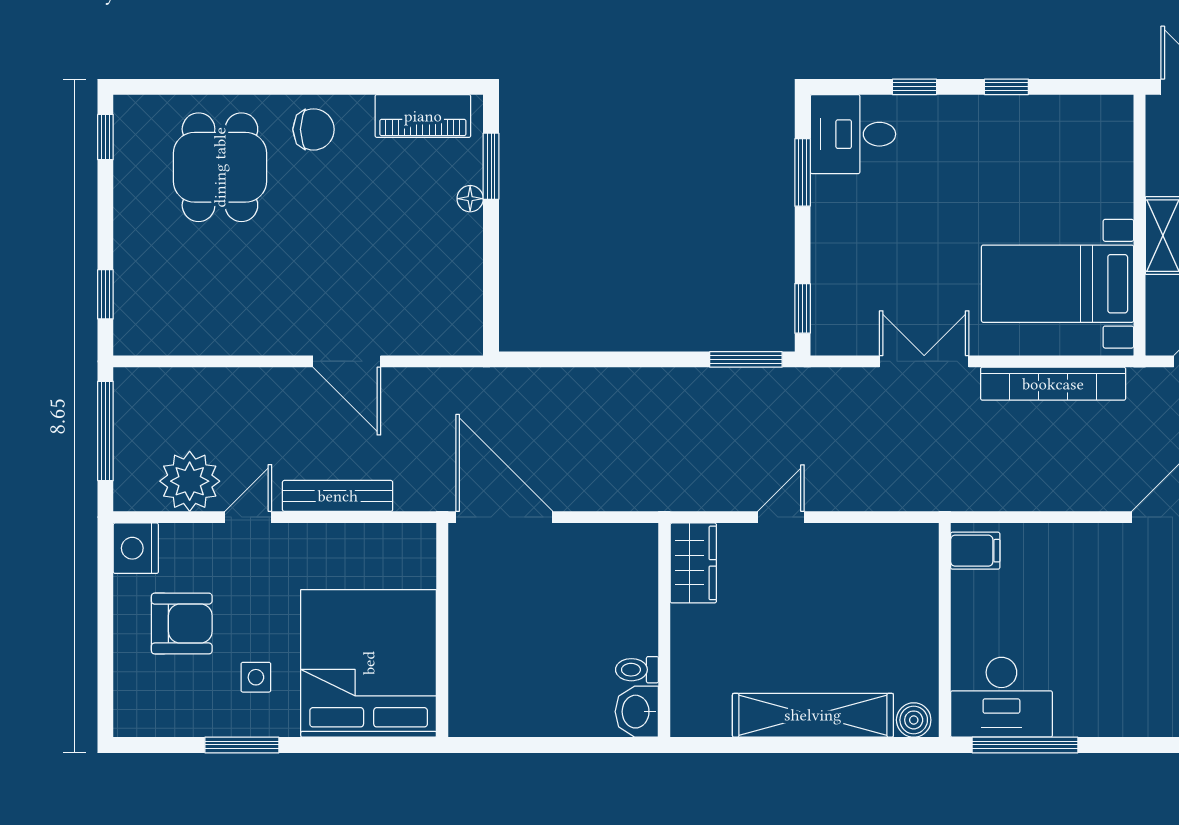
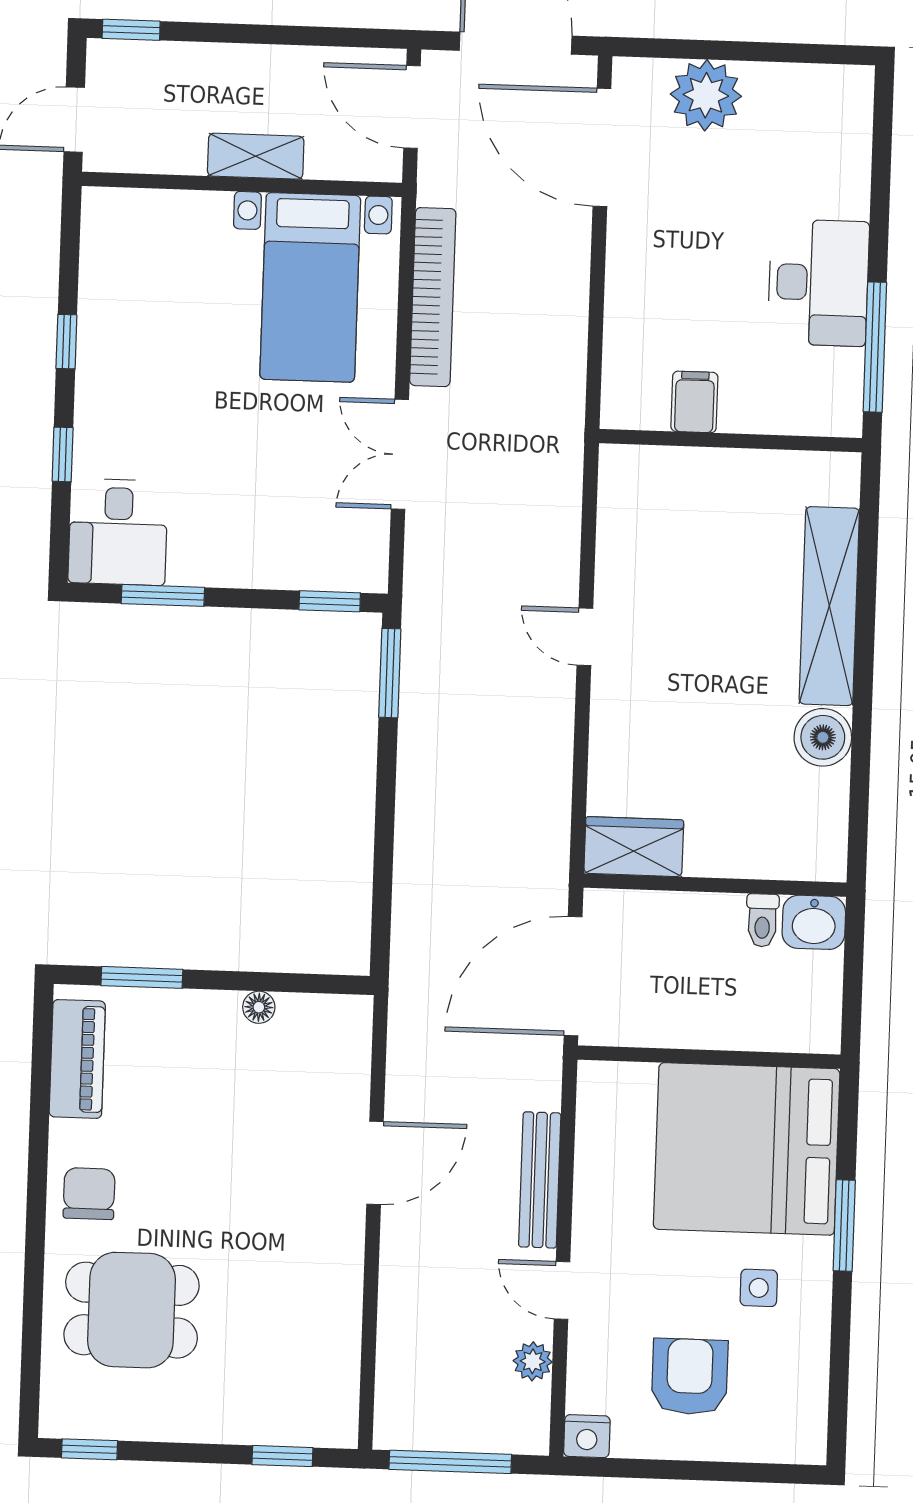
floor lamp: (470, 199) -> (259, 1007), moved
plant: (190, 481) -> (533, 1361), width x0.53, depth x0.53
nightstand: (136, 548) -> (587, 1436), width x0.74, depth x0.75
filing cabinet: (975, 551) -> (694, 402), moved
wardrobe: (693, 563) -> (634, 847), moved
wall: (664, 630) -> (715, 885), moved
toilet: (637, 670) -> (762, 920), moved
desk: (1001, 697) -> (818, 283), moved
washbasin: (637, 712) -> (814, 922), moved
boiler: (914, 720) -> (823, 737), moved, width x1.36, depth x1.36
window: (242, 745) -> (844, 1226), moved

